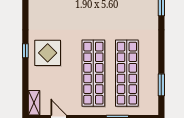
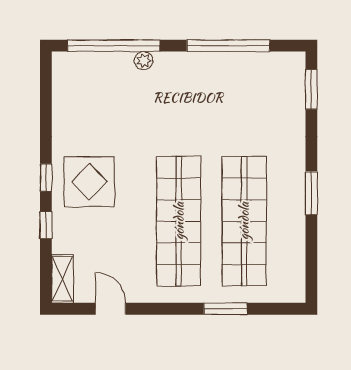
window: (25, 75) -> (46, 225), added
window: (161, 85) -> (311, 193), moved

